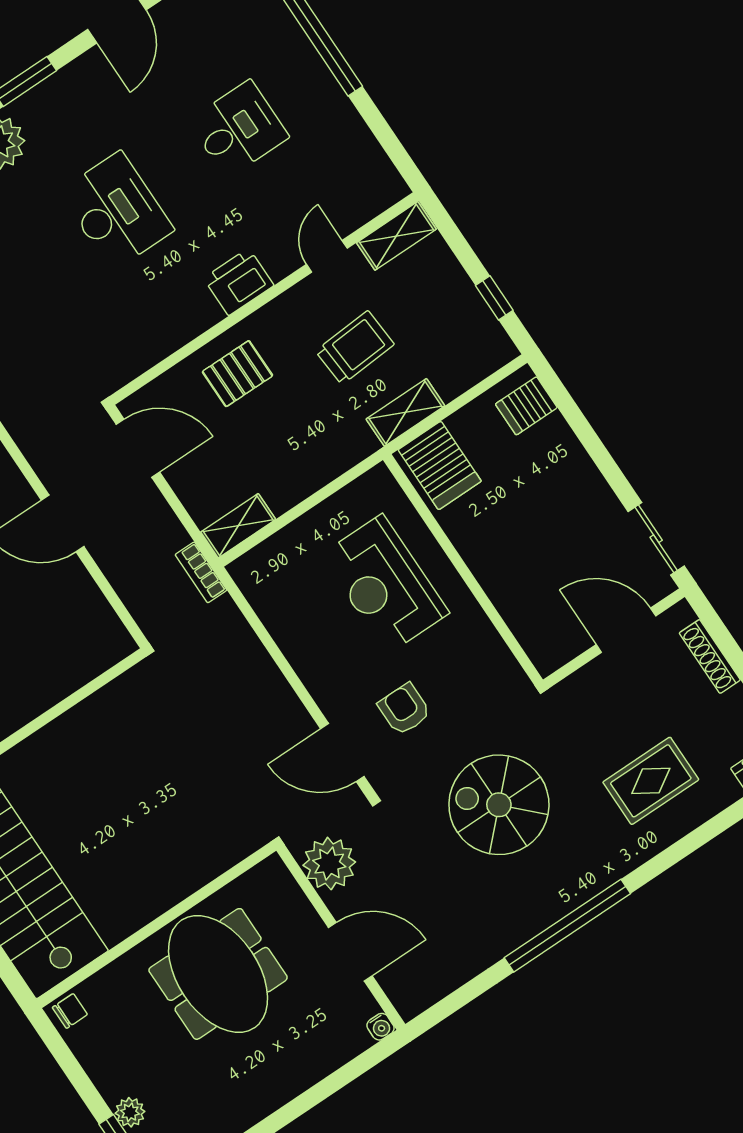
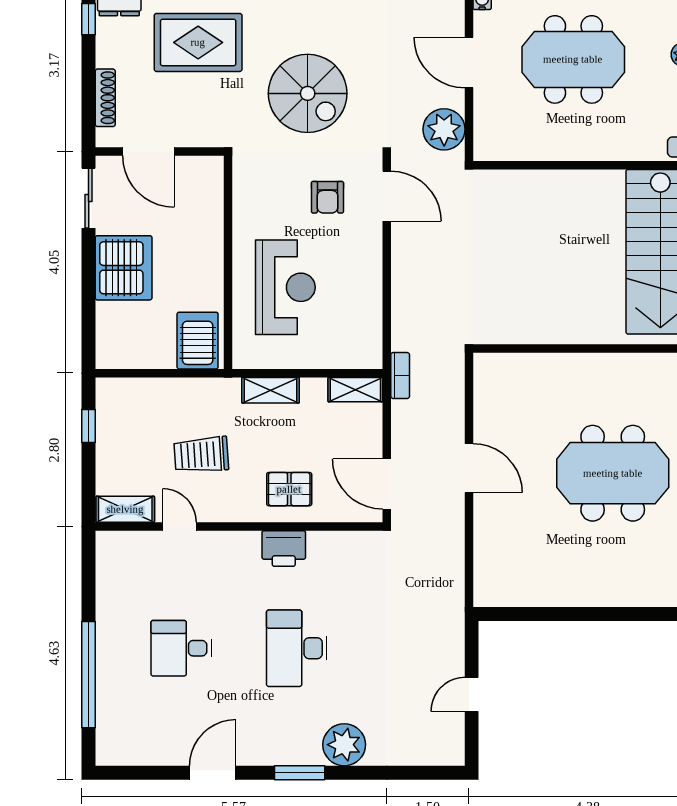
door: (327, 256) -> (180, 526), swing flipped
printer: (239, 282) -> (284, 549), moved
server rack: (526, 406) -> (124, 268), moved, width x2.18, depth x1.44
shelving: (405, 412) -> (270, 390), moved
rug: (651, 781) -> (198, 42), width x1.36, depth x1.43
meeting table: (218, 974) -> (573, 59), moved, turned 90

